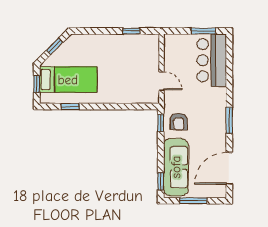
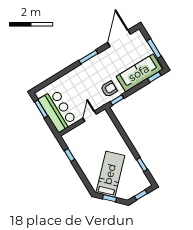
bar counter: (212, 60) -> (58, 111), moved, turned -90
bed: (68, 80) -> (110, 174), moved, turned 45
door: (229, 168) -> (119, 38), swing flipped

